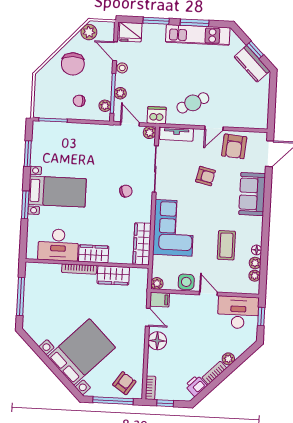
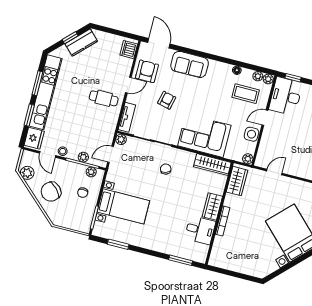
kitchen unit: (198, 35) -> (46, 92), width x1.36
door: (115, 51) -> (48, 154), hinge flipped
chair: (73, 64) -> (51, 192), turned 136
cafe table: (193, 103) -> (104, 98), turned -63
dishwasher: (157, 115) -> (129, 50), moved
door: (214, 128) -> (128, 85), hinge flipped
armchair: (234, 146) -> (147, 71), turned -95
bed with nightstands: (57, 192) -> (123, 206), moved, turned 90
window: (25, 205) -> (181, 260), moved
desk: (58, 245) -> (200, 230), width x0.73
coffee table: (226, 245) -> (246, 94), moved
plant: (255, 263) -> (268, 79), moved
wardrobe: (113, 275) -> (237, 181), moved
window: (21, 296) -> (236, 274), removed
filing cabinet: (160, 300) -> (262, 159), removed
floor lamp: (157, 341) -> (296, 168), removed

